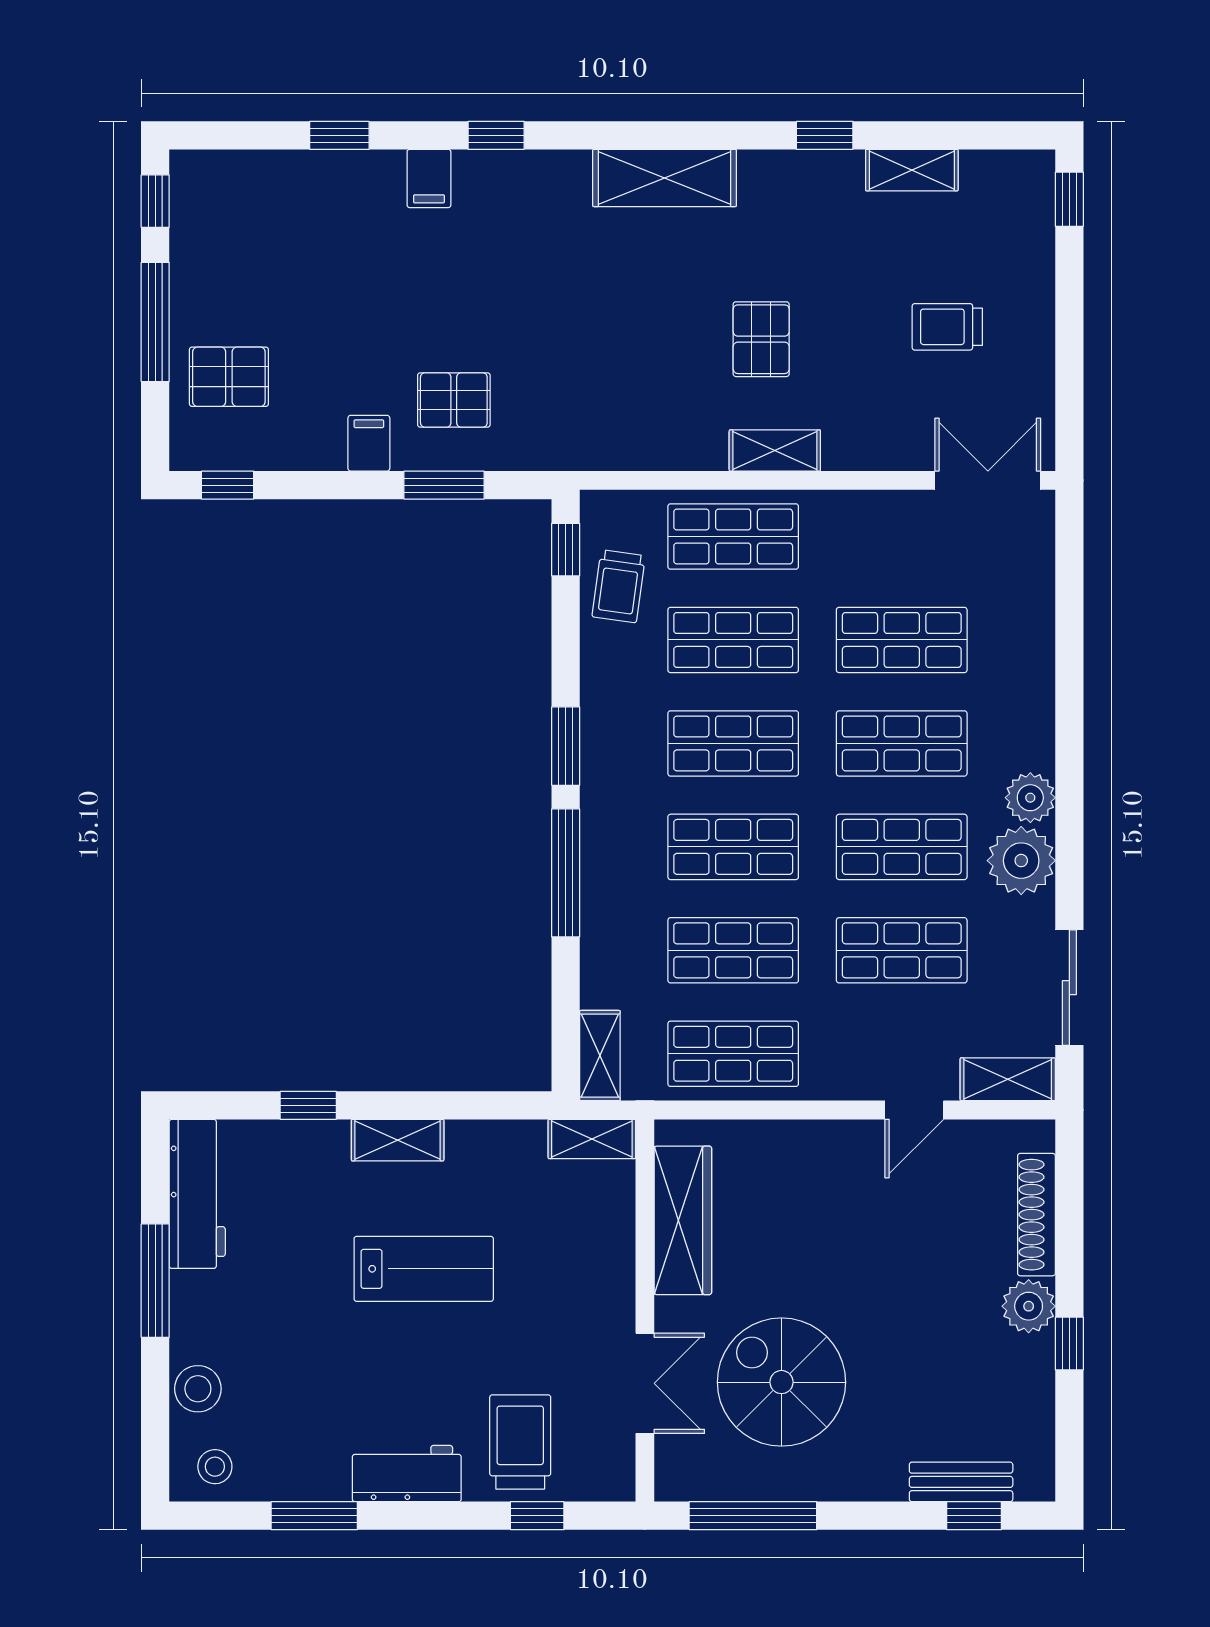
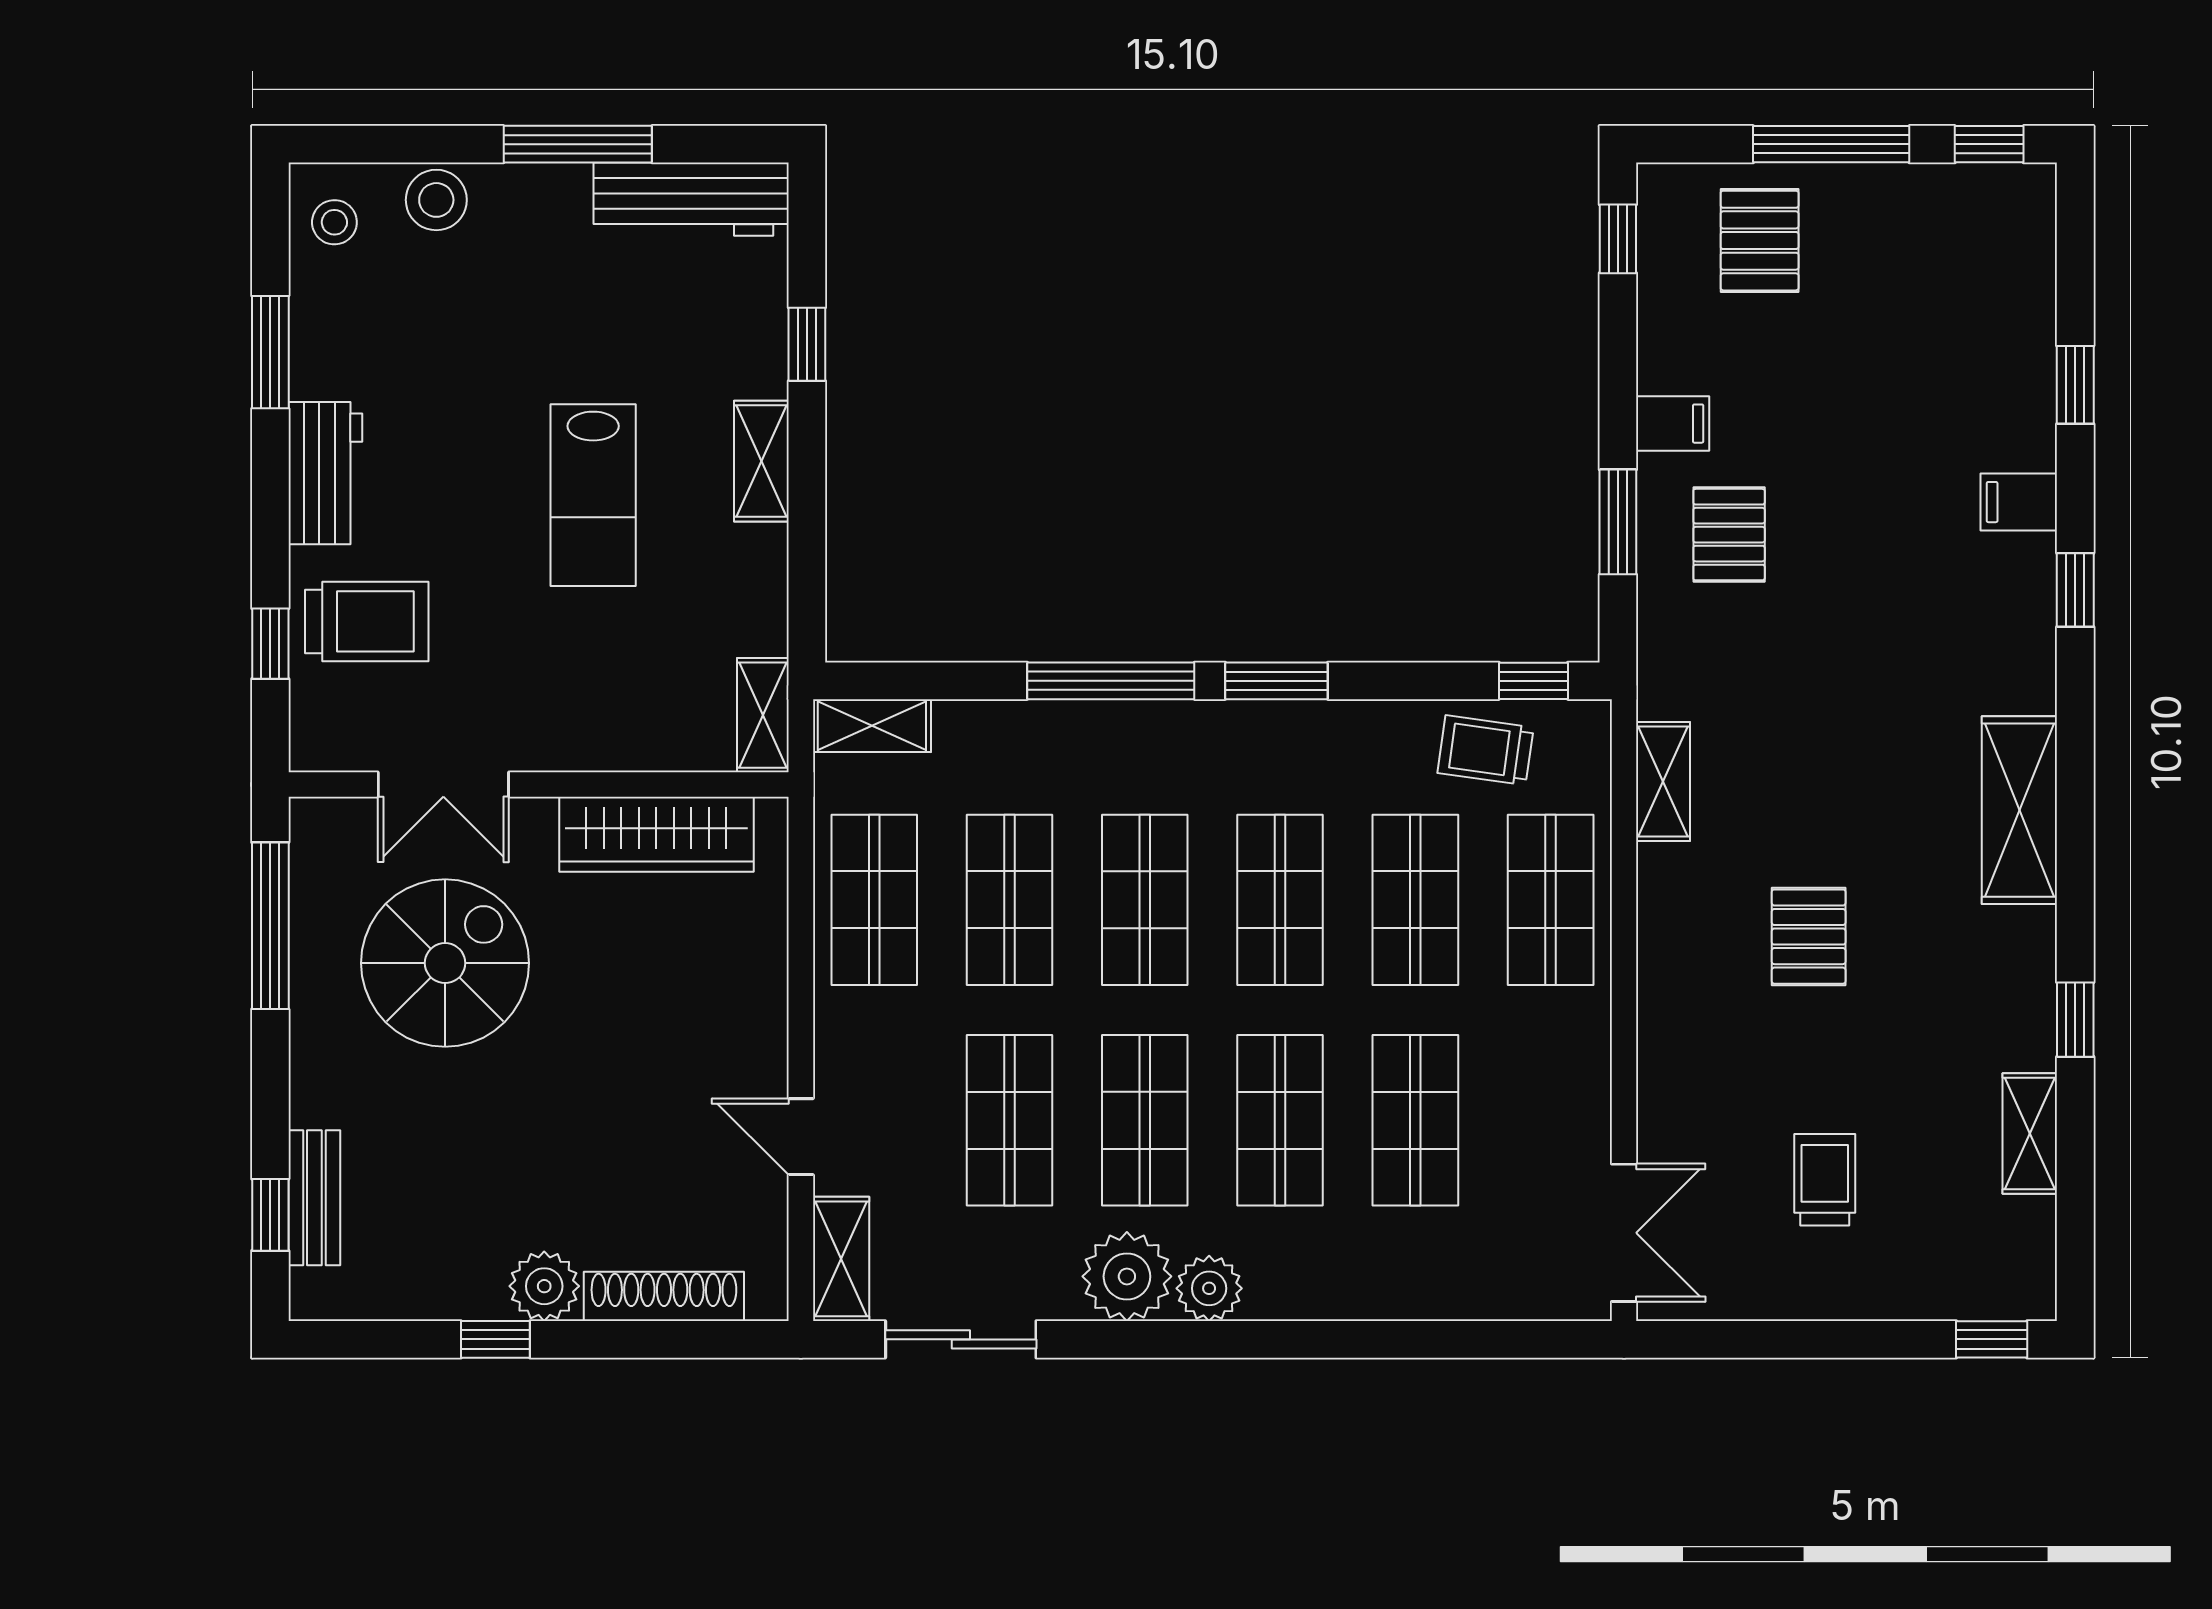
pallet: (761, 339) -> (1809, 937), turned 90
shelving: (775, 451) -> (1663, 781), moved

